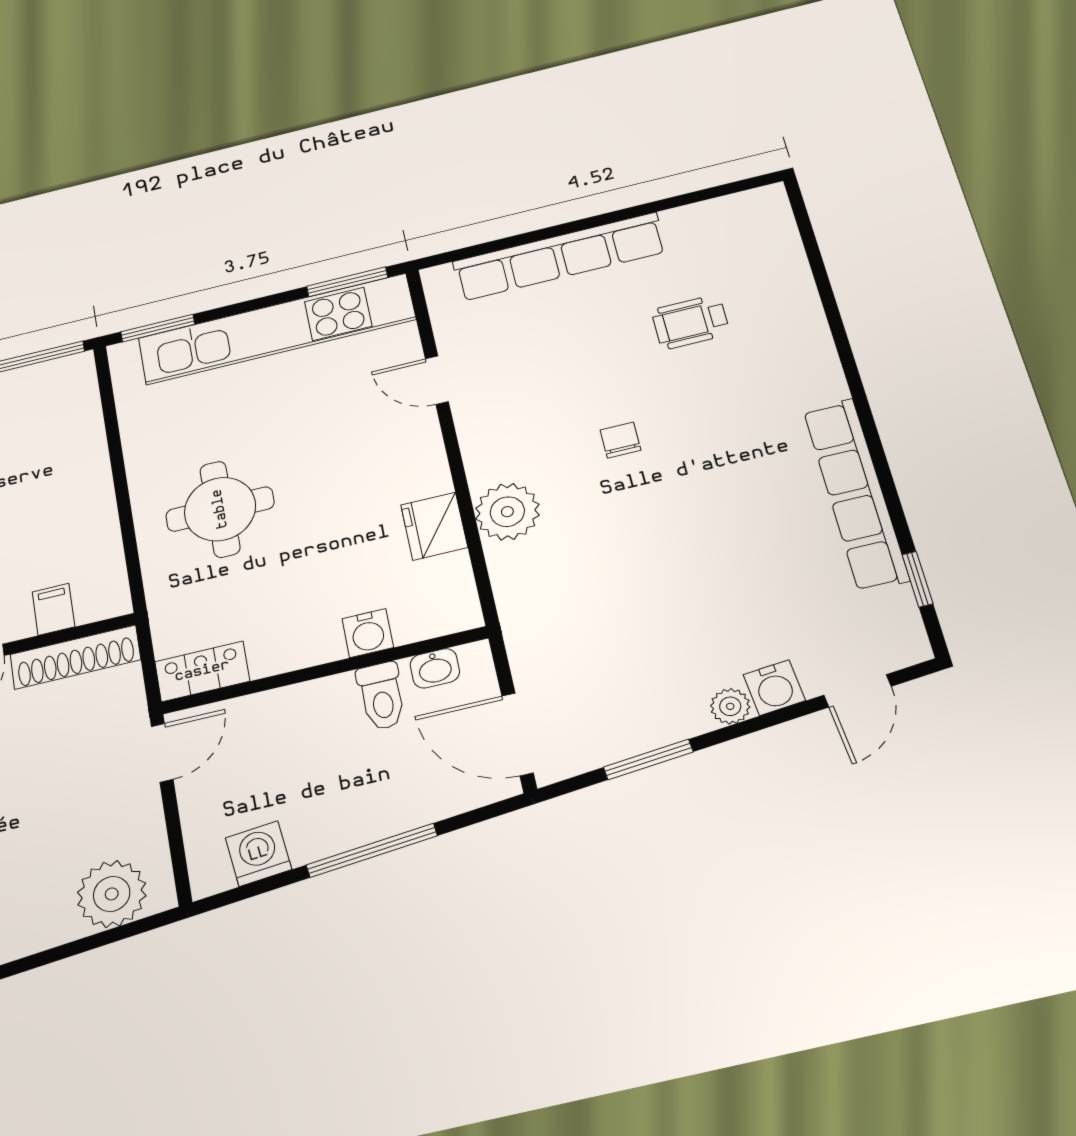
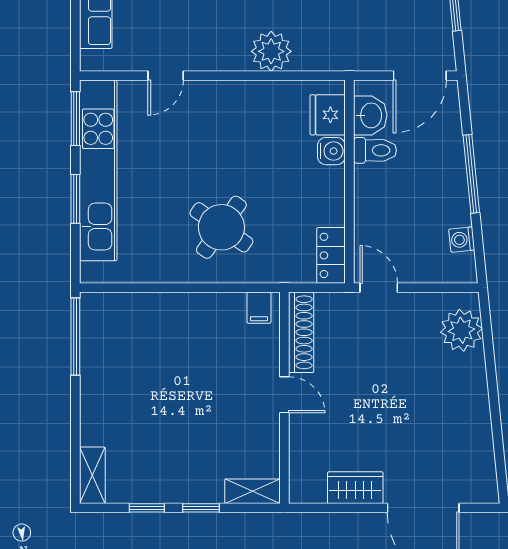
window: (158, 328) -> (75, 199), moved
round table: (220, 509) -> (221, 227), turned 35
fridge: (434, 526) -> (328, 115), moved, turned 90
filing cabinet: (53, 609) -> (259, 308), moved, turned -90
washbasin: (435, 668) -> (370, 115), width x1.38, depth x1.45
washing machine: (258, 854) -> (462, 240), width x0.73, depth x0.73

